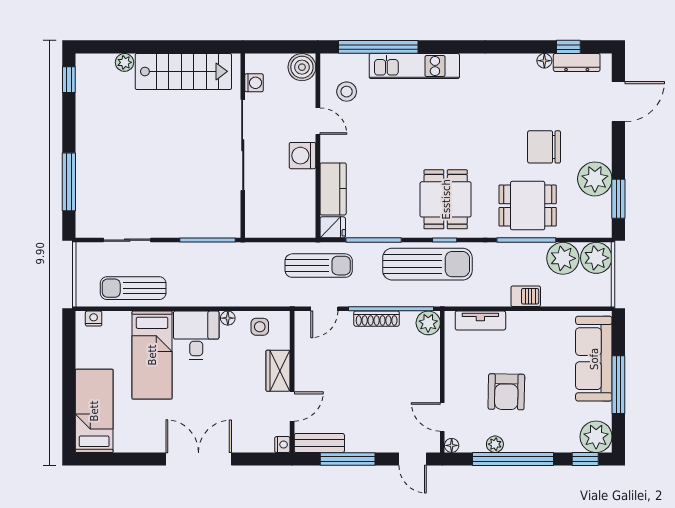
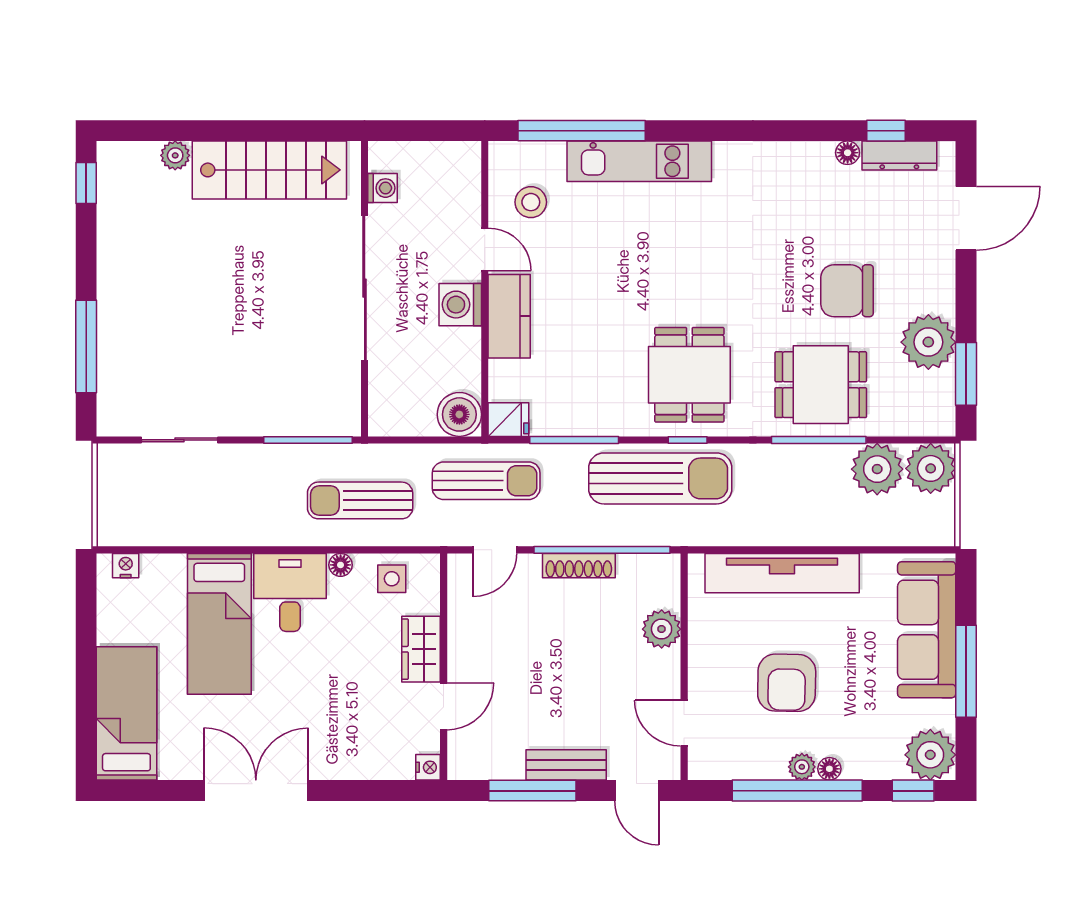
boiler: (302, 67) -> (459, 414), moved
kitchen counter: (333, 189) -> (509, 316), moved
sun lounger: (133, 288) -> (360, 500), moved
barbecue: (526, 296) -> (818, 530), removed
tv unit: (480, 320) -> (782, 573), width x1.92, depth x1.29
plant: (428, 323) -> (662, 629), moved
bench: (319, 443) -> (566, 765), moved
plant: (495, 444) -> (802, 767), moved
floor lamp: (452, 445) -> (829, 769), moved
double door: (199, 459) -> (256, 791), moved

